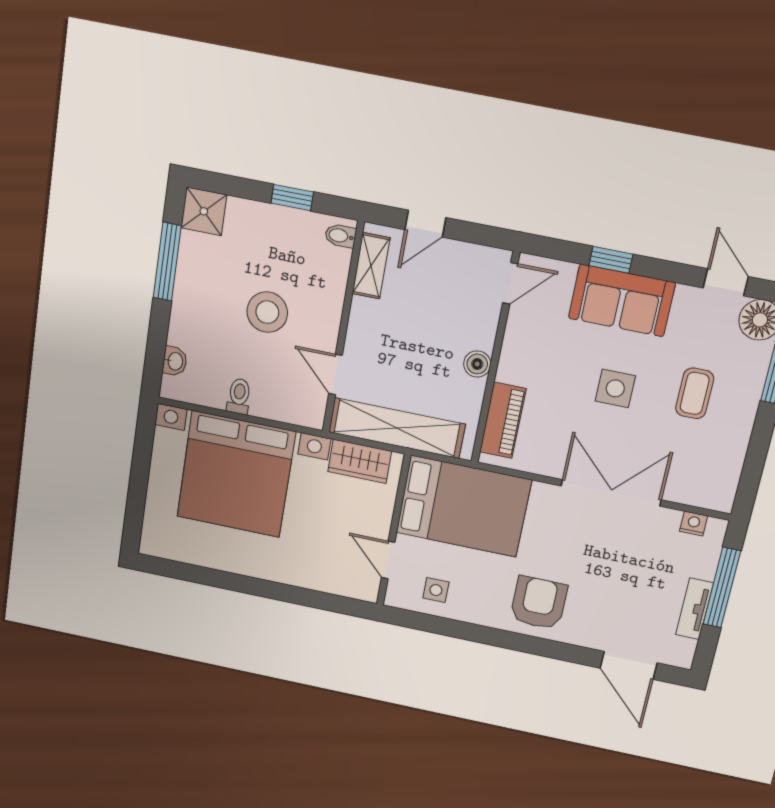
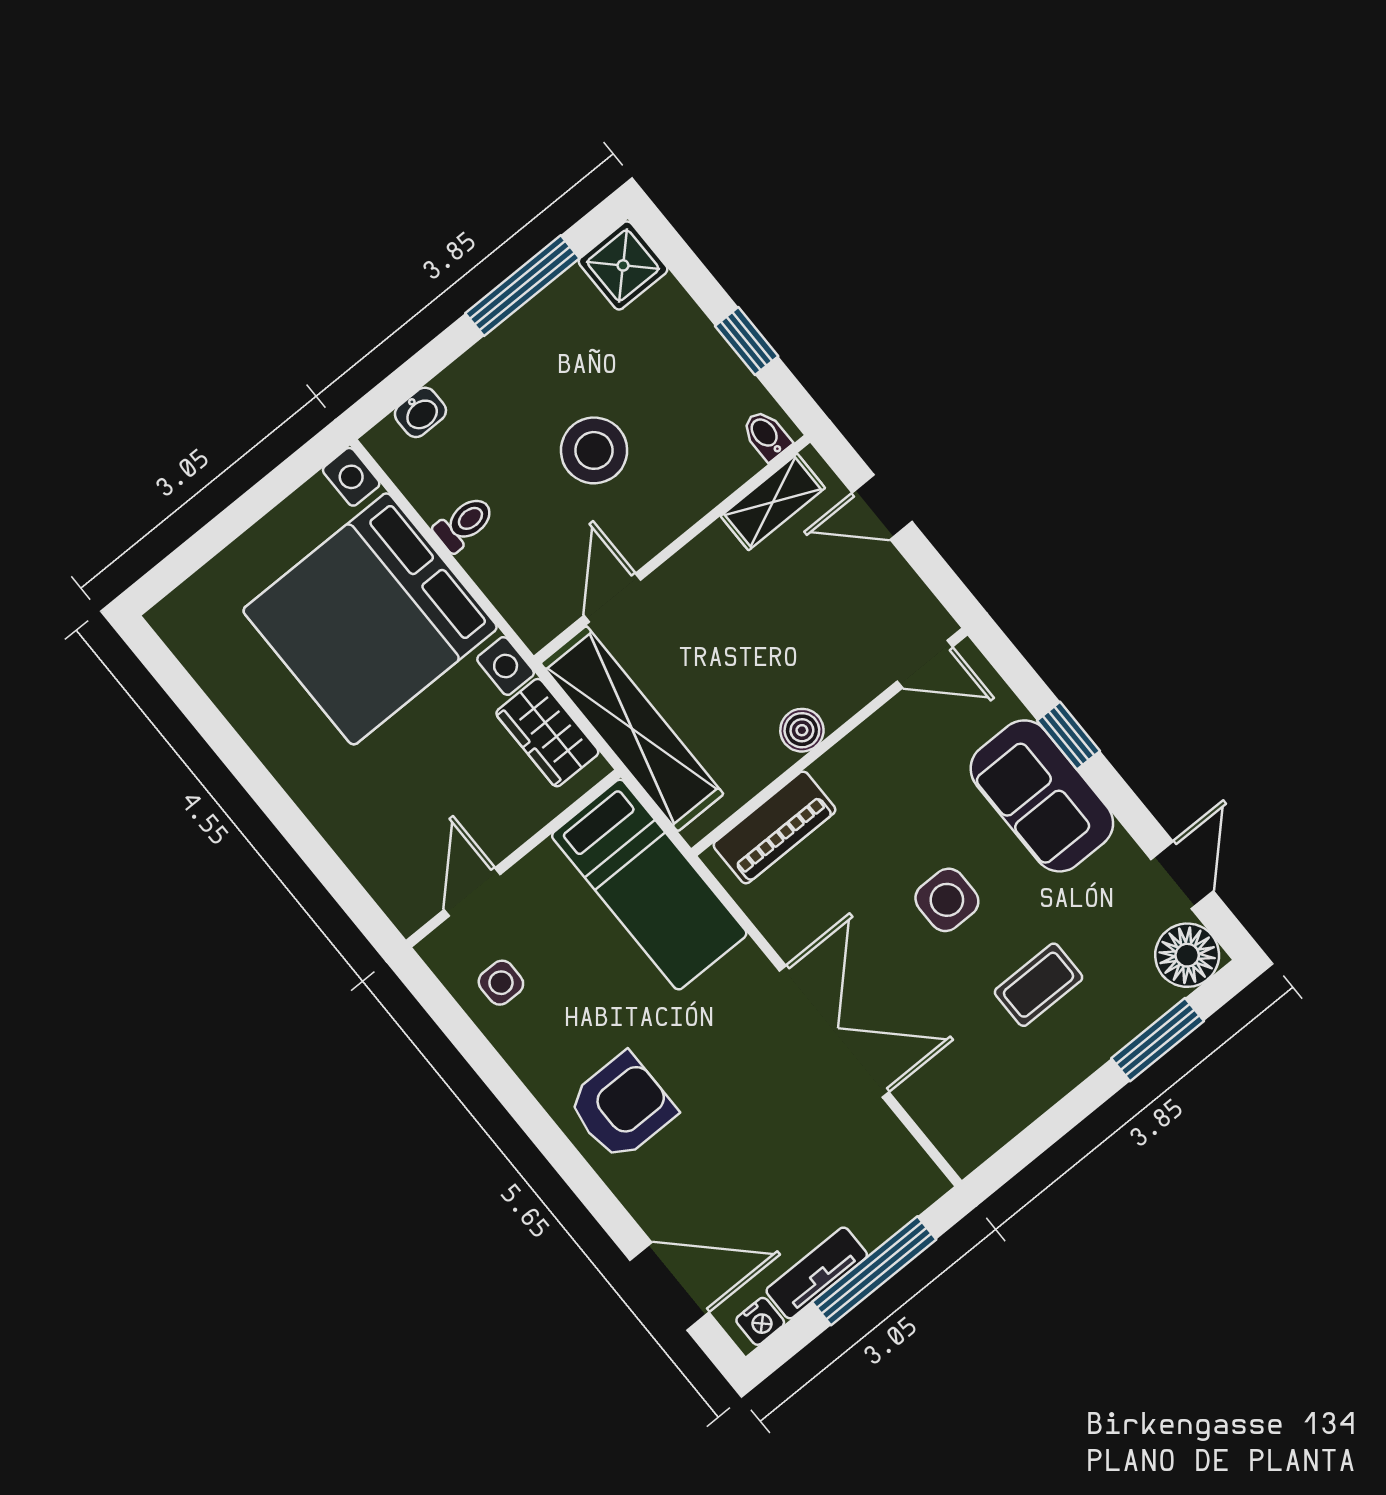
bed: (463, 506) -> (649, 885), width x0.67
nightstand: (694, 523) -> (760, 1321), moved, turned 90
door: (629, 665) -> (669, 1286), swing flipped

